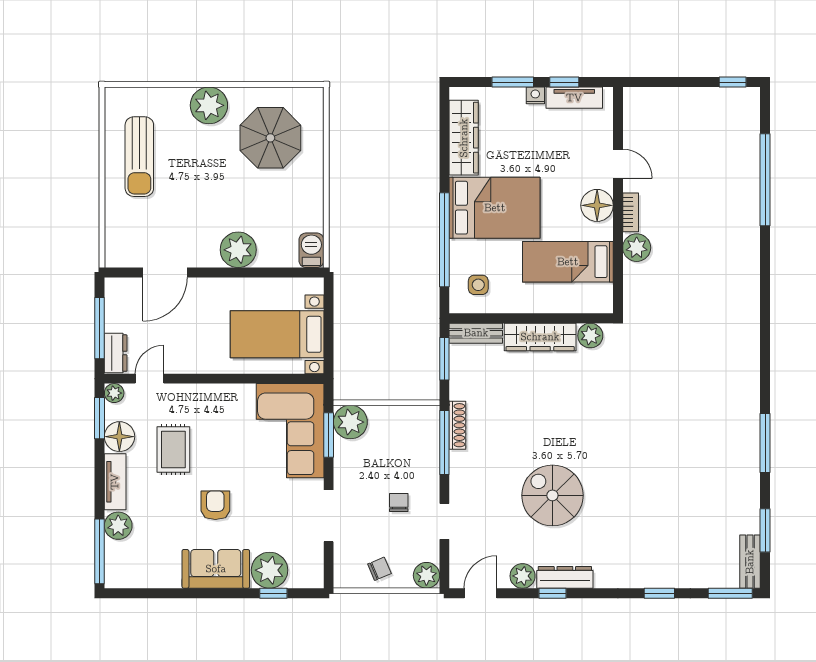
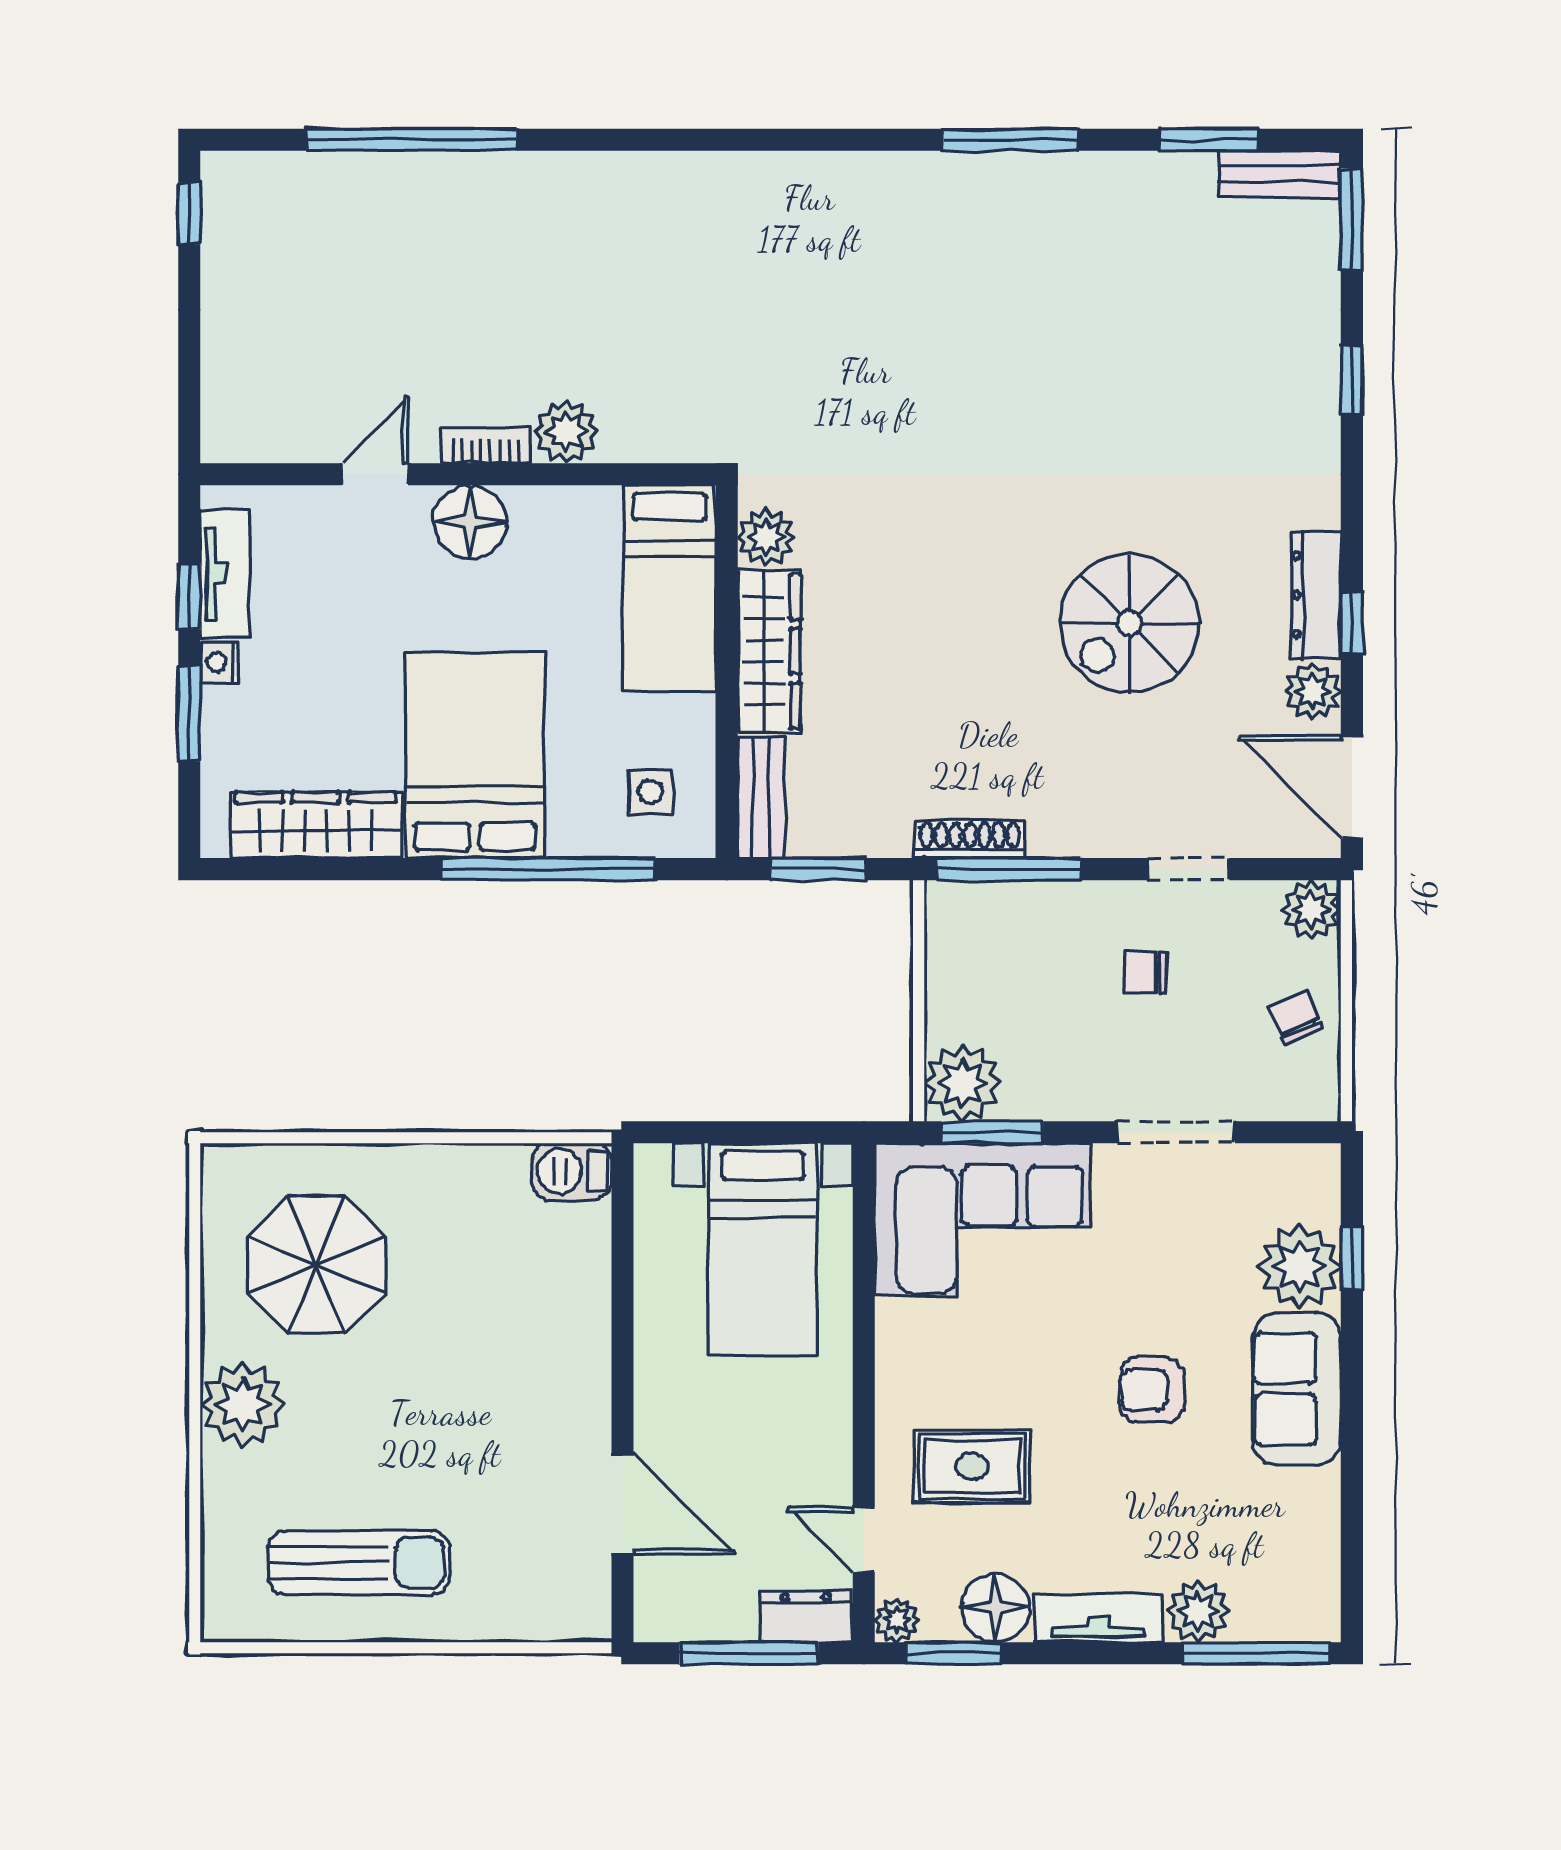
plant: (238, 250) -> (571, 1338), removed
bed: (568, 262) -> (669, 588), moved
rug: (173, 449) -> (972, 1466), moved
door: (480, 593) -> (1352, 787), width x1.38

